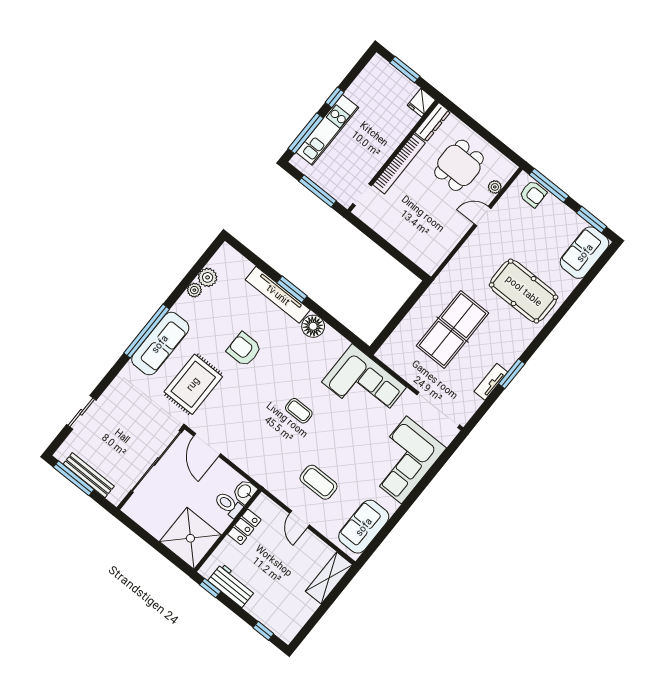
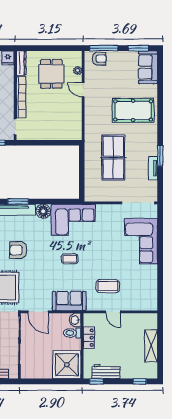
door: (482, 216) -> (83, 90), hinge flipped
corner sofa: (364, 385) -> (73, 220), moved
sofa: (364, 527) -> (69, 301), moved, turned 90
shelving: (329, 578) -> (151, 346), moved

